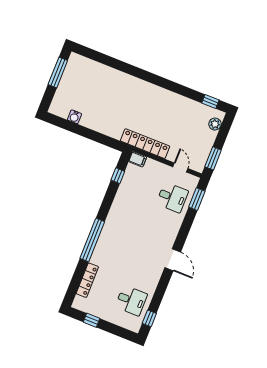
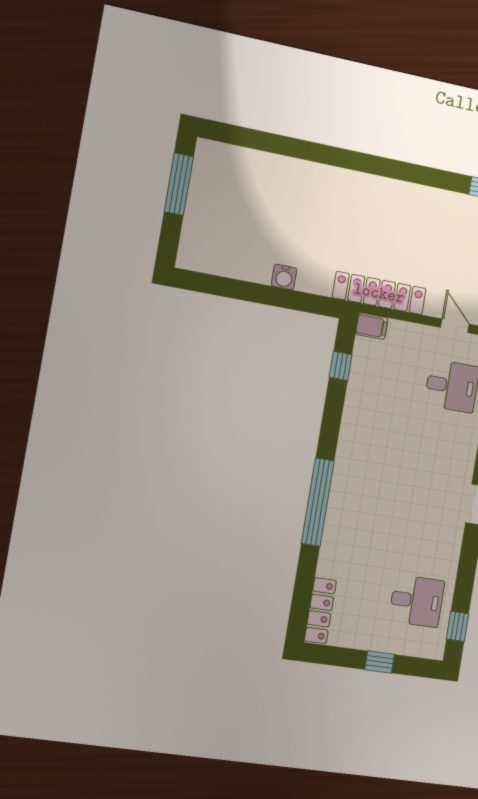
water cooler: (74, 117) -> (284, 277), moved
locker: (87, 280) -> (320, 611), moved
window: (91, 320) -> (380, 662), moved

